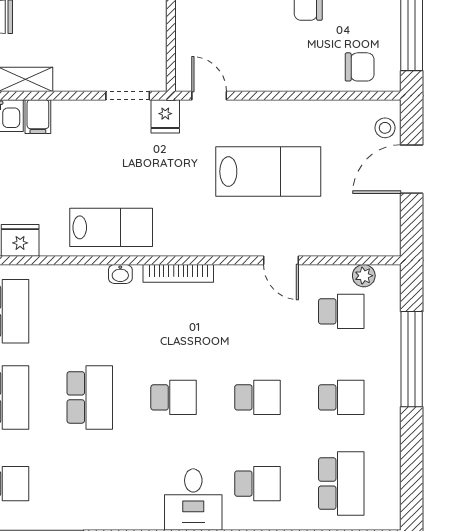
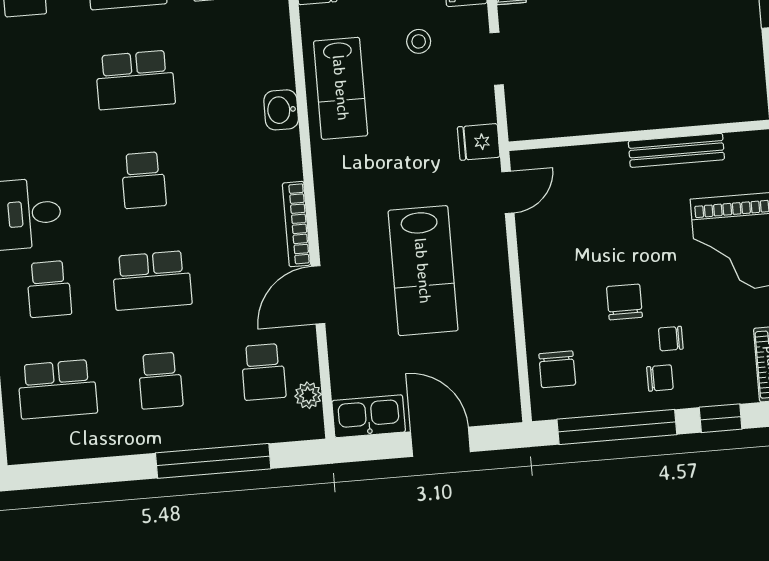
doorway: (128, 96) -> (497, 59), moved
stool: (385, 128) -> (419, 41), moved
kitchen sink: (385, 227) -> (369, 416), added
door: (281, 260) -> (318, 295), width x1.38
bookcase: (178, 273) -> (296, 224), moved
washbasin: (120, 274) -> (281, 110), width x1.38, depth x1.45
school desk: (257, 397) -> (152, 280), width x1.85

